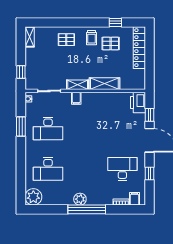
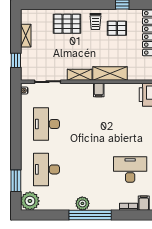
shelving: (30, 37) -> (26, 36), moved
pallet: (66, 40) -> (67, 24), width x1.50, depth x1.42
filing cabinet: (76, 98) -> (99, 90), moved
window: (21, 127) -> (16, 181), moved
desk: (48, 129) -> (46, 124), turned 90
desk: (48, 169) -> (46, 169), turned 90

